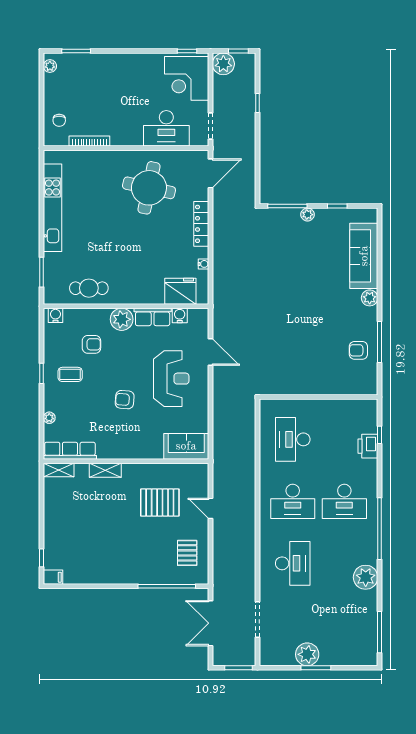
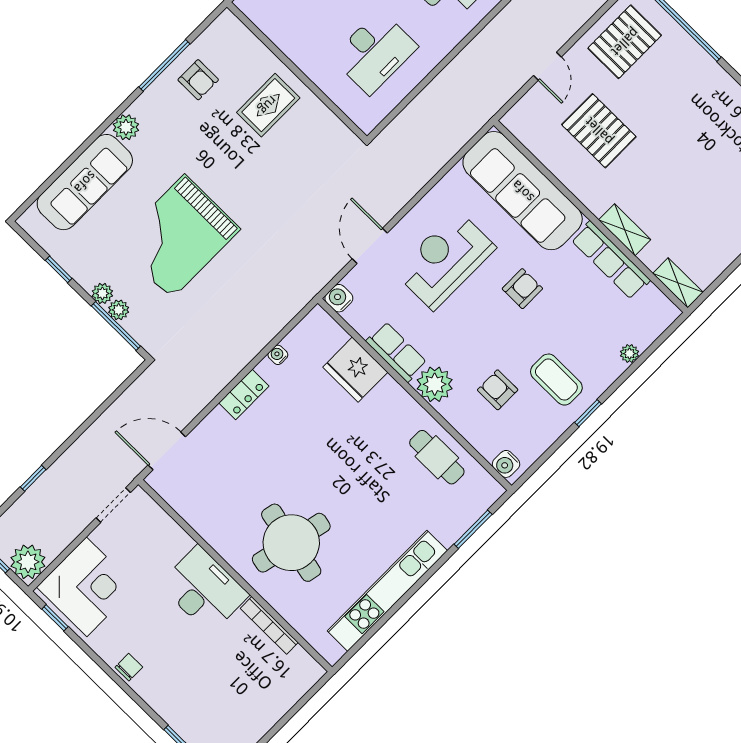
chair: (59, 120) -> (129, 667), moved
desk: (166, 128) -> (204, 590), moved
round table: (149, 188) -> (291, 543), moved
plant: (293, 214) -> (119, 310), added
locker: (201, 224) -> (244, 394), width x0.66
grand piano: (299, 272) -> (178, 237), added
fridge: (180, 291) -> (355, 370), moved
water cooler: (180, 315) -> (339, 298), moved, turned 90
rug: (317, 370) -> (268, 105), added
coffee table: (70, 374) -> (556, 380), width x1.36, depth x1.30
armchair: (125, 400) -> (522, 289), turned -95
sofa: (186, 446) -> (523, 191), width x1.85, depth x1.27
row of seats: (70, 451) -> (611, 260), moved
pallet: (187, 553) -> (625, 42), width x1.50, depth x1.42

